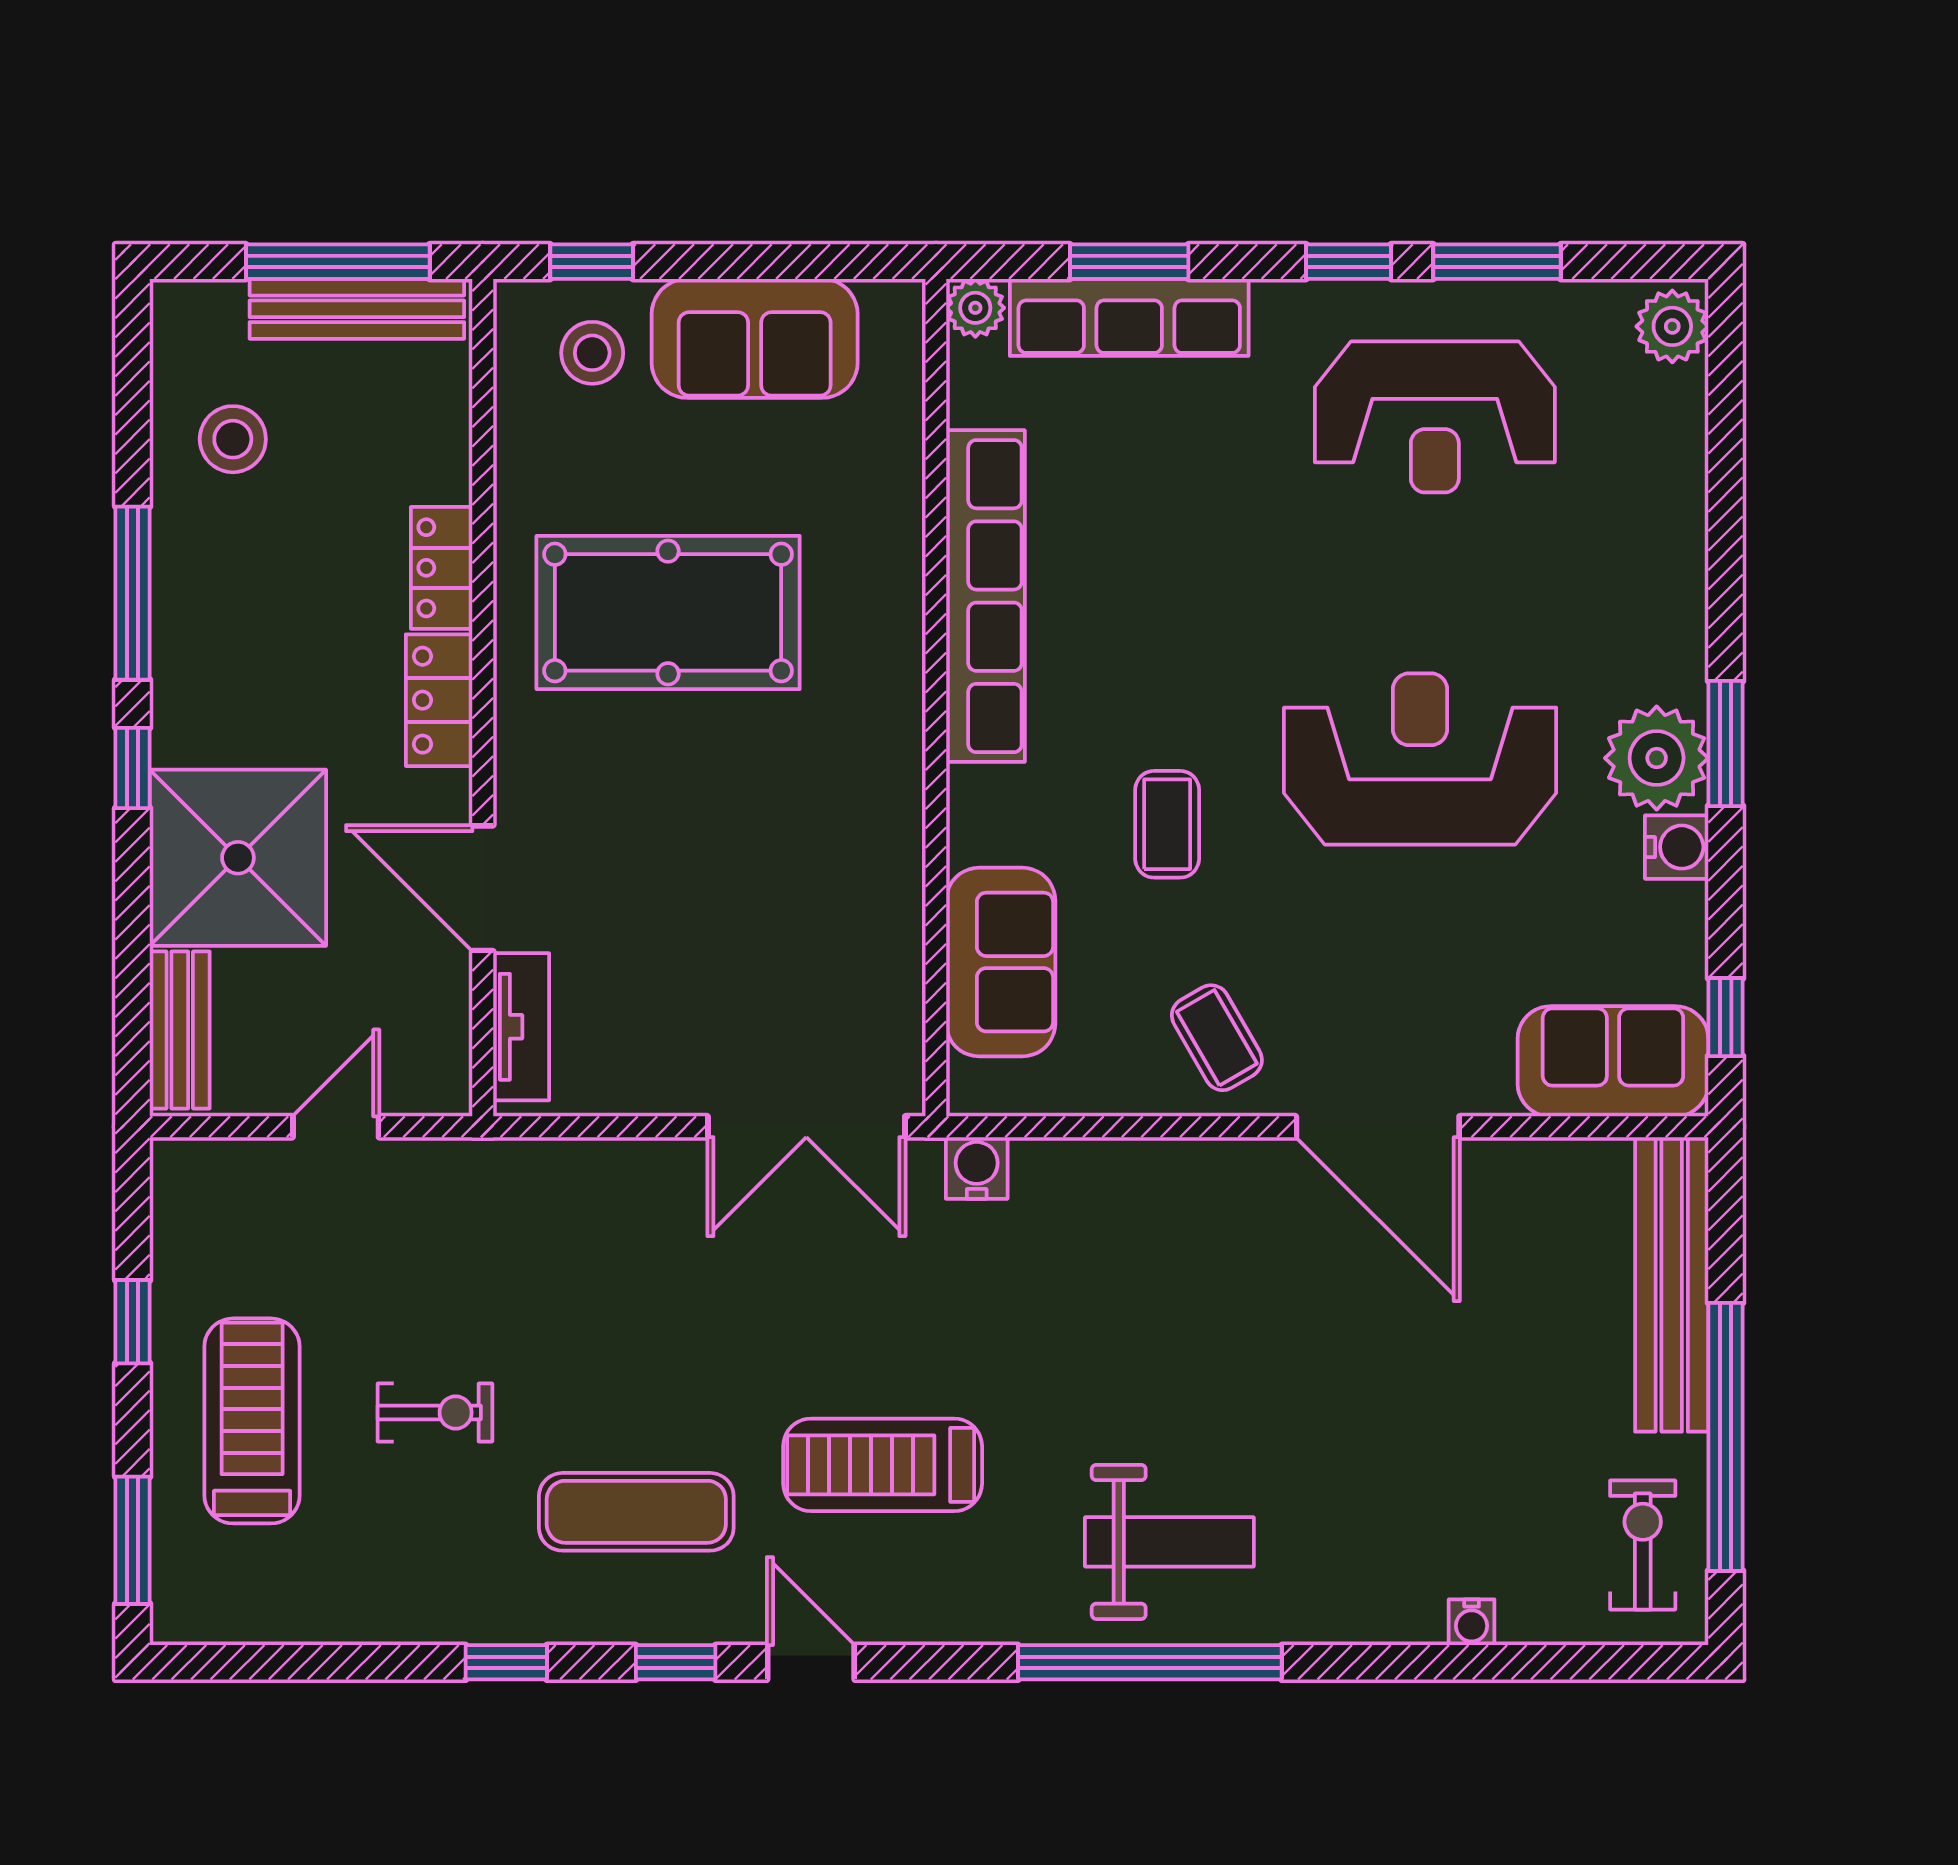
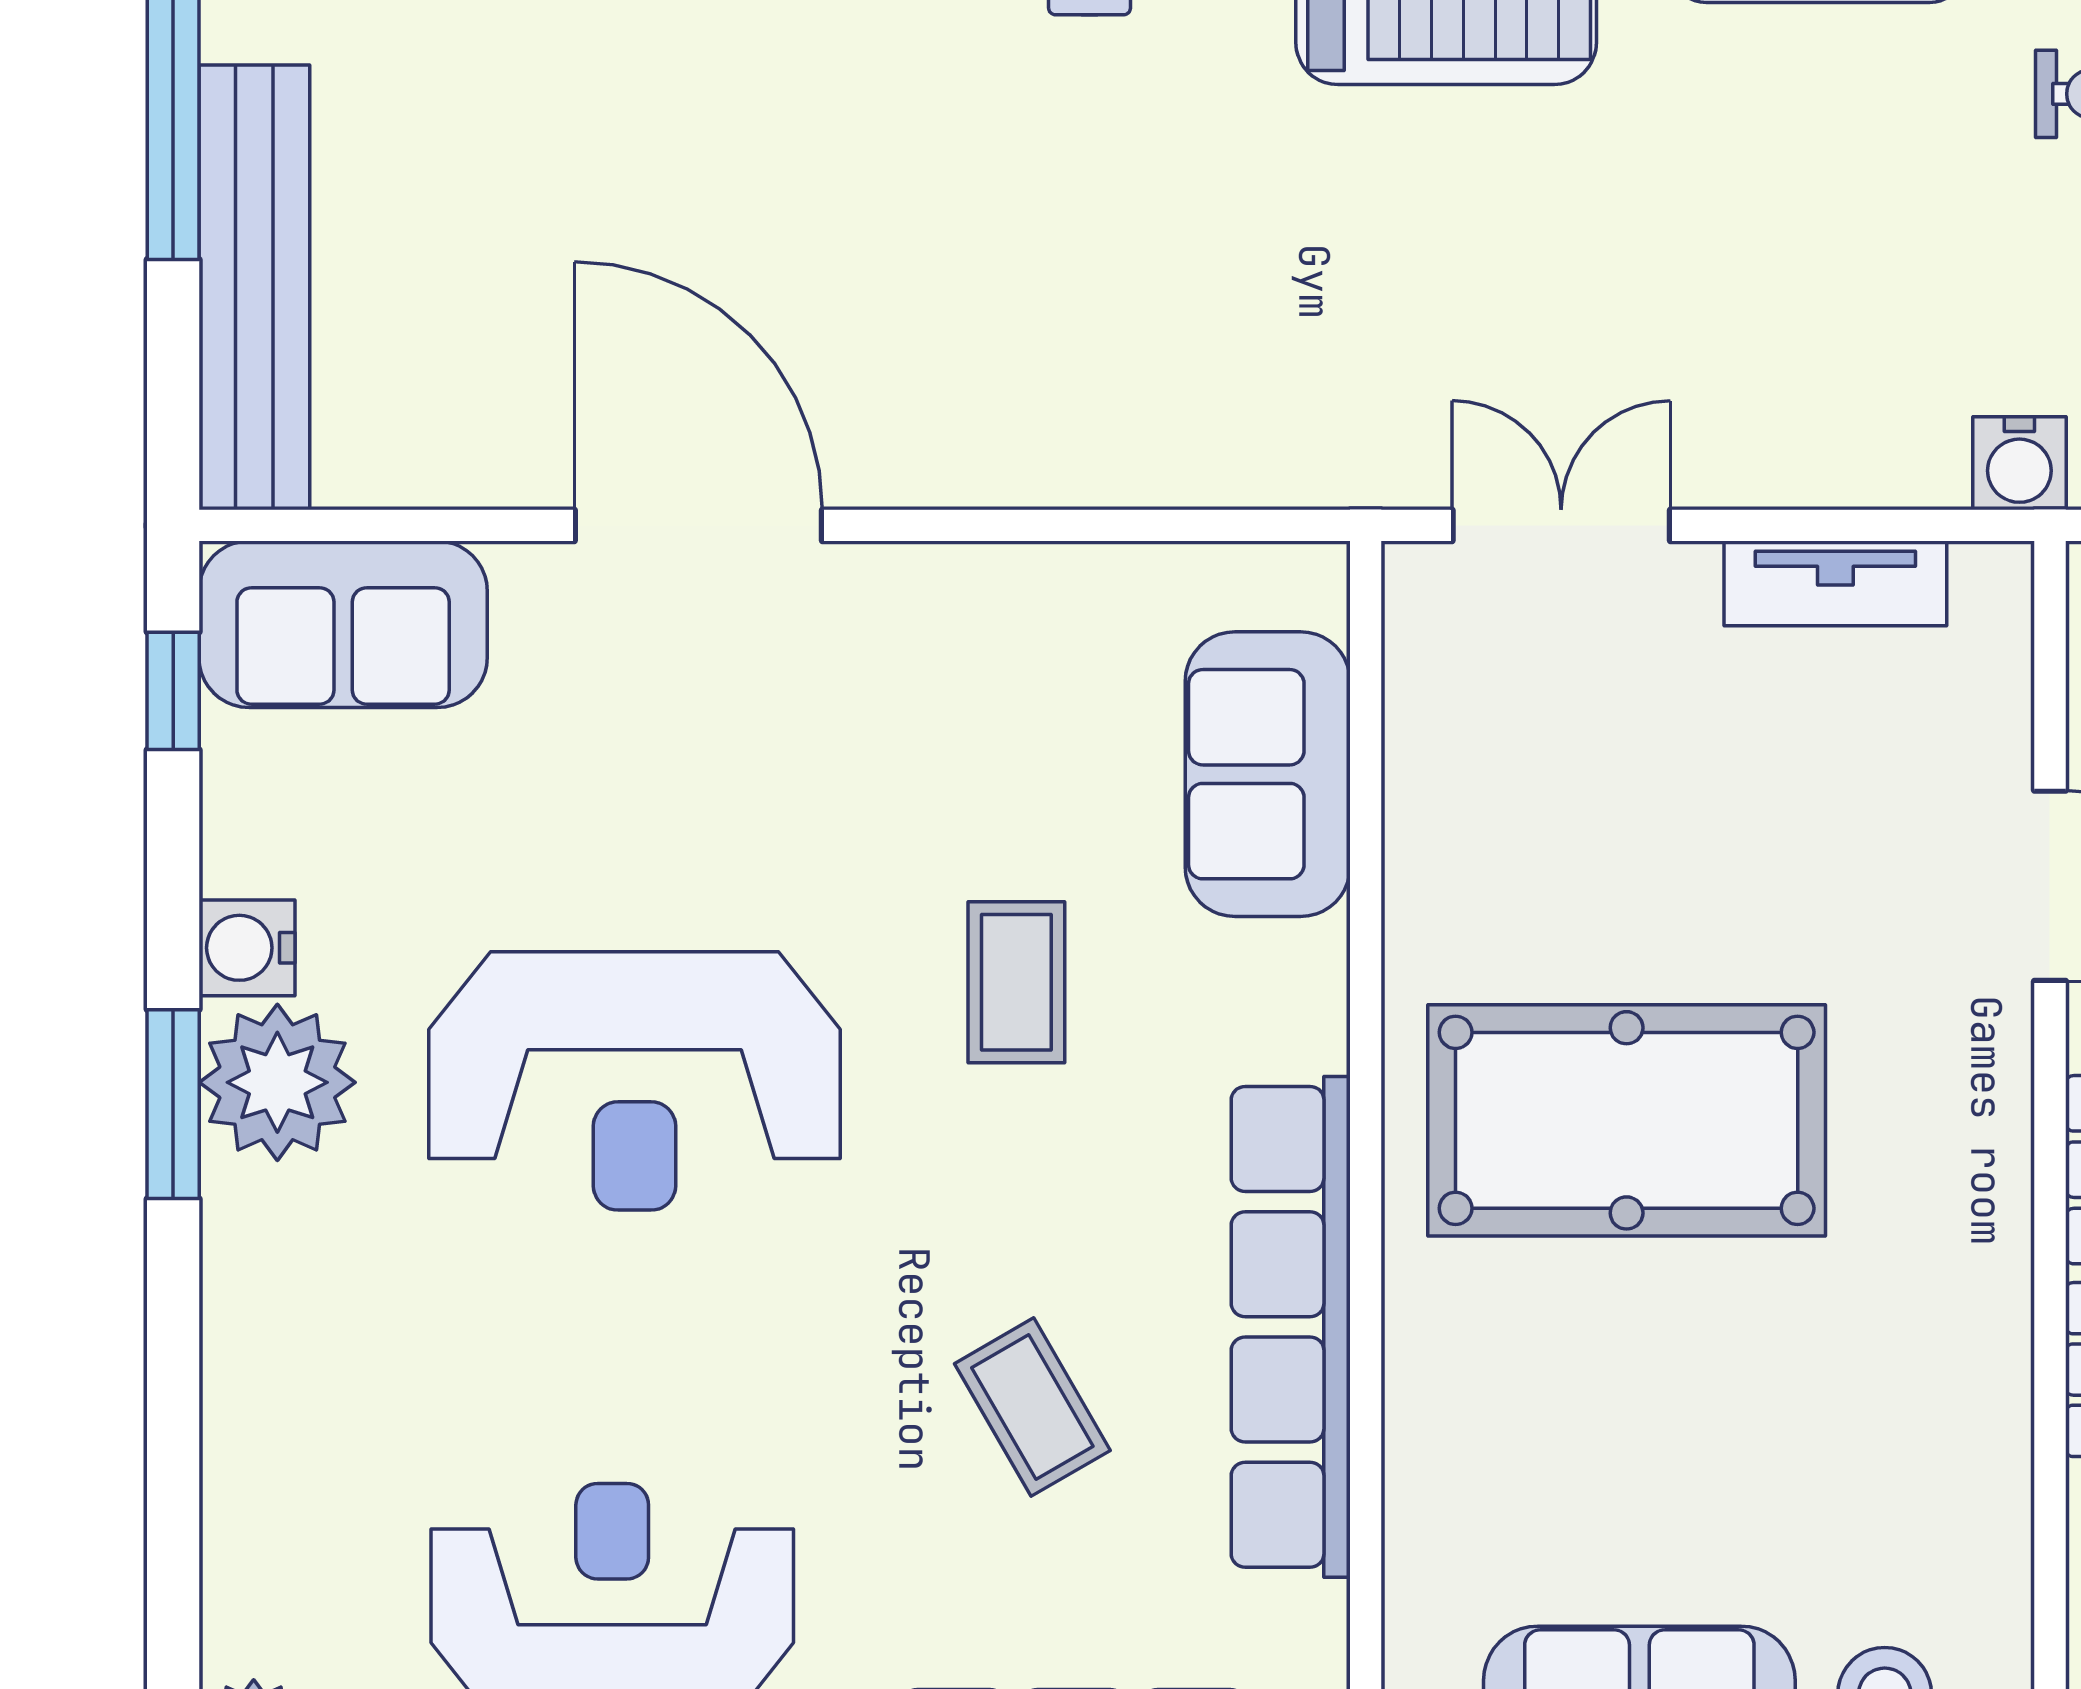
pool table: (668, 612) -> (1627, 1120), moved
tv unit: (521, 1027) -> (1835, 583), moved, turned -90
coffee table: (1217, 1038) -> (1032, 1407), moved
double door: (806, 1127) -> (1561, 525), width x0.73
water cooler: (977, 1168) -> (2019, 463), moved

